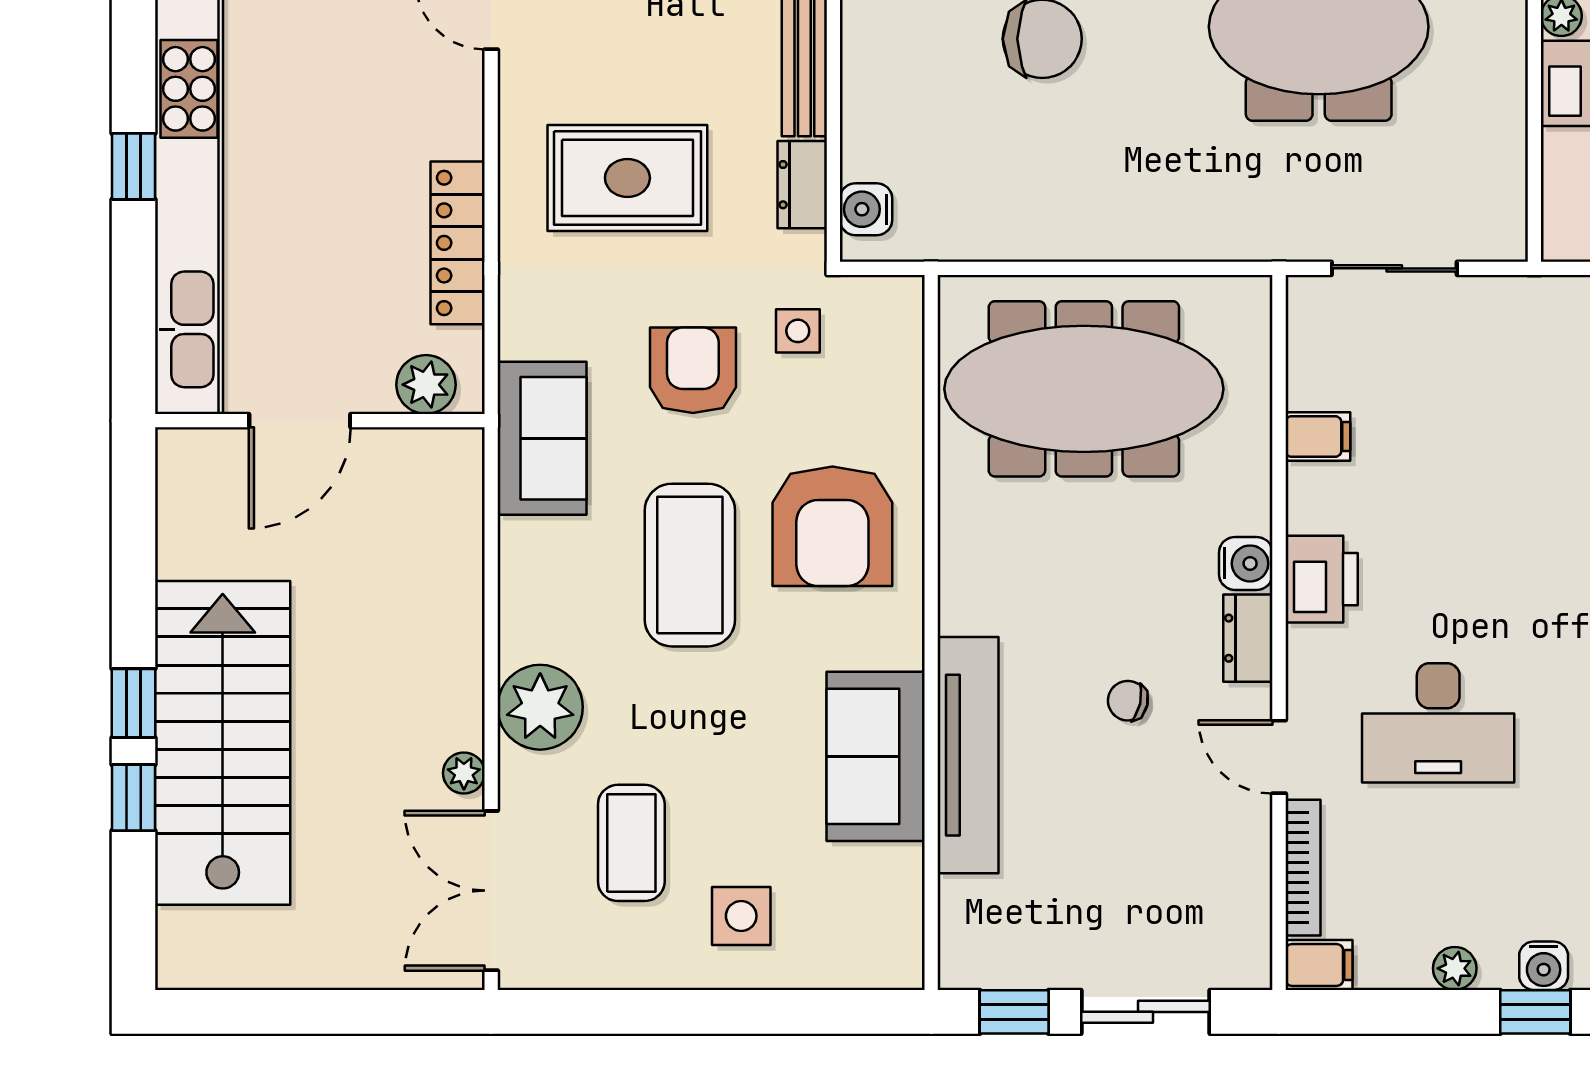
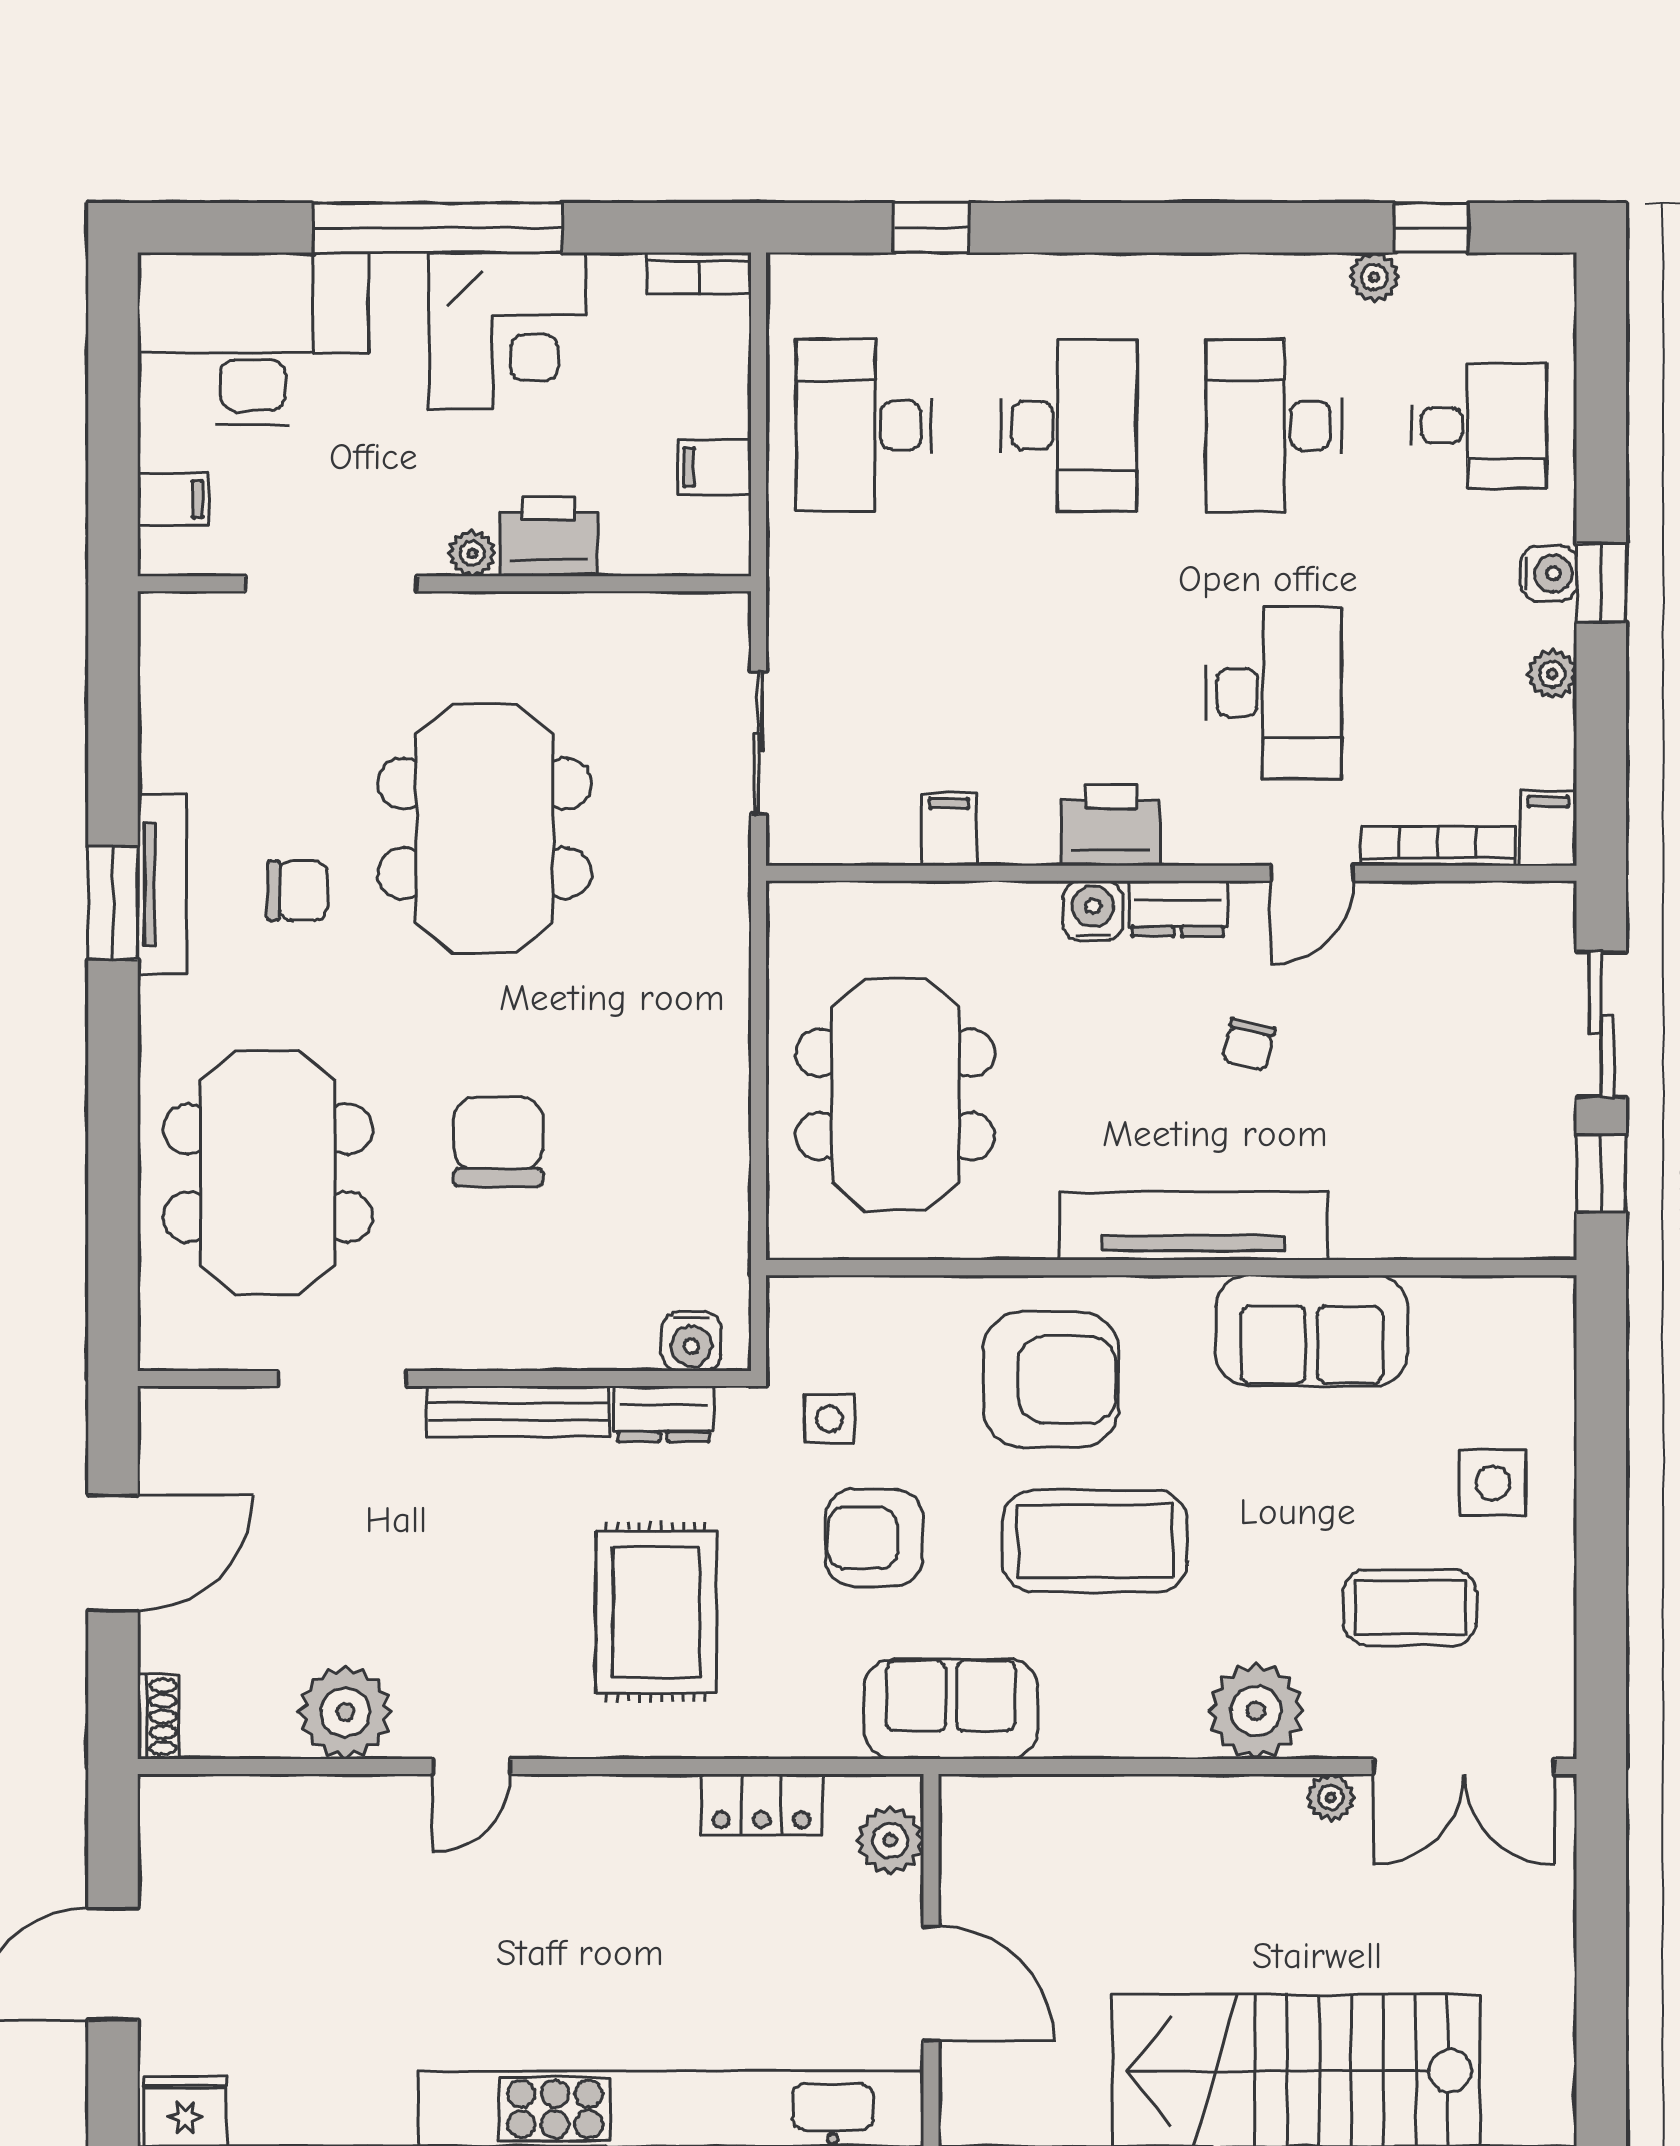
locker: (458, 243) -> (761, 1805), width x0.66
meeting table: (1084, 389) -> (895, 1095), width x0.73
tv unit: (968, 755) -> (1194, 1226), moved

